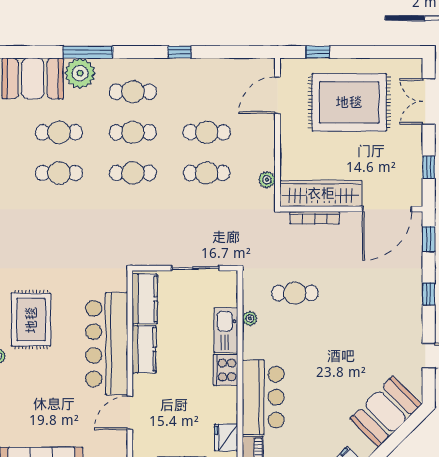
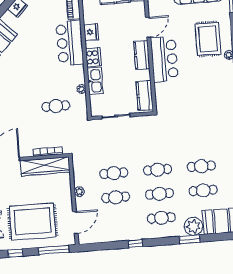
window: (88, 52) -> (190, 239), width x0.69
window: (318, 52) -> (54, 250), width x2.17
window: (382, 52) -> (15, 253), added
plant: (267, 180) -> (79, 192), moved
rug: (31, 320) -> (208, 39), moved
bar counter: (107, 344) -> (164, 59), width x0.73
kitchen counter: (144, 349) -> (142, 55), moved
fridge: (226, 437) -> (91, 32), moved

